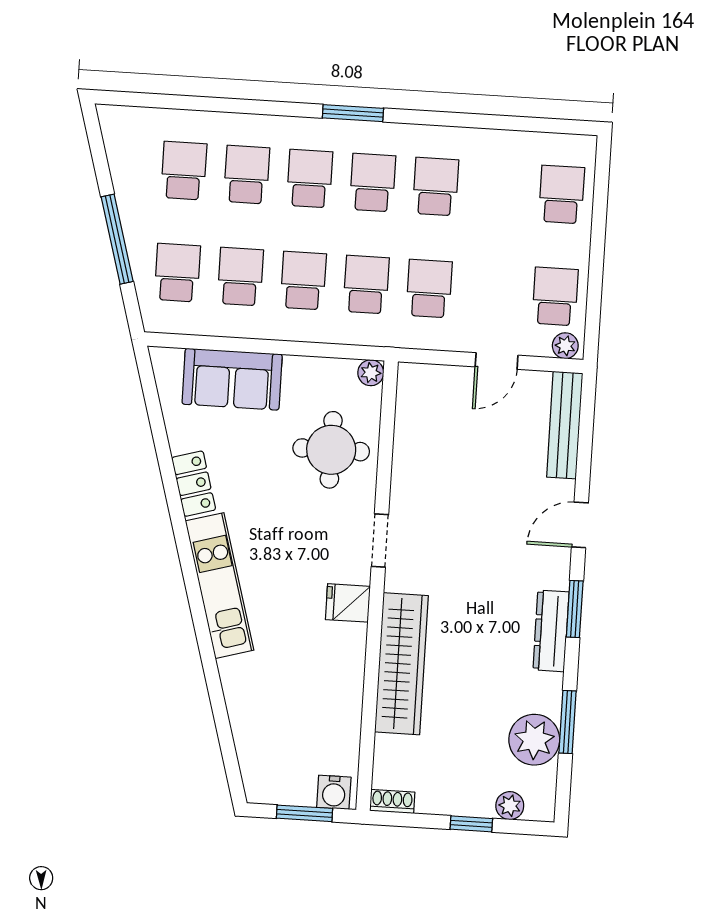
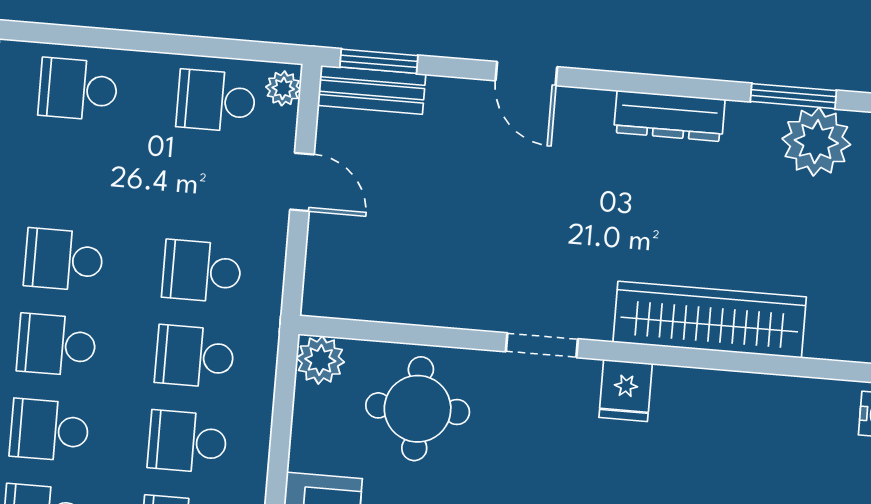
plant: (371, 373) -> (320, 360), width x1.38, depth x1.38
bench: (565, 425) -> (372, 90), width x0.73
window: (575, 609) -> (379, 61), moved

